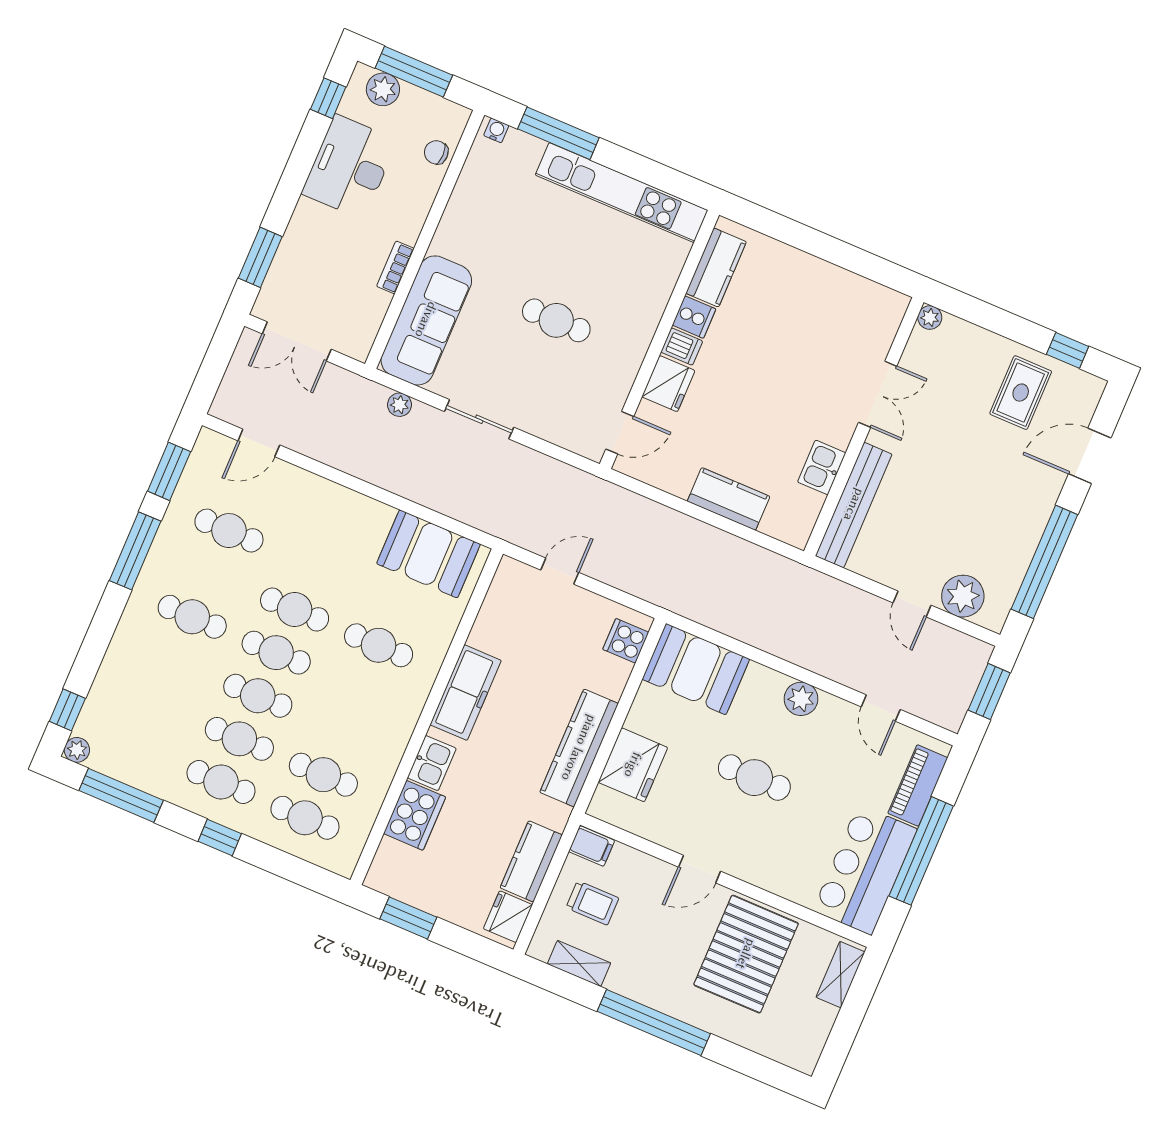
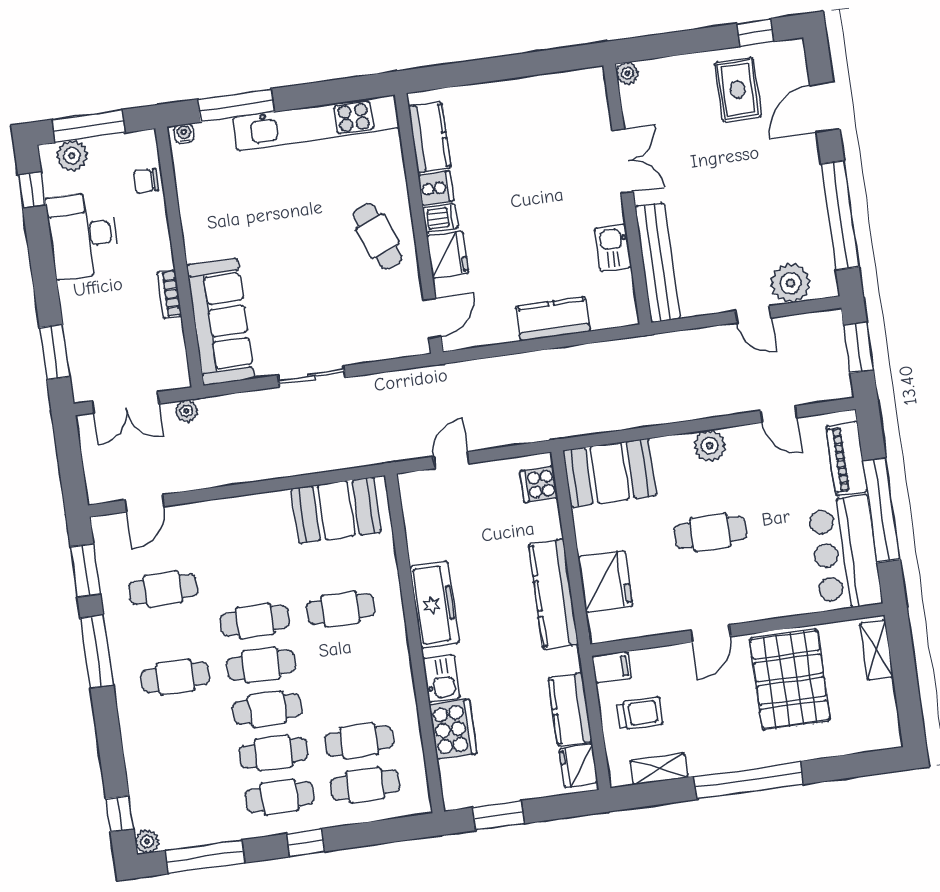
cafe table: (556, 320) -> (378, 236), moved, turned 69
plant: (399, 405) -> (186, 411), moved

